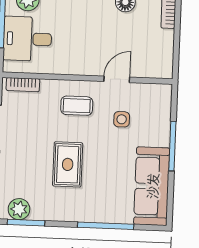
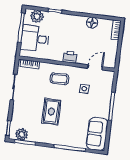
printer: (92, 66) -> (70, 57), added
door: (117, 79) -> (95, 67), moved
sofa: (152, 186) -> (97, 134), width x0.73

